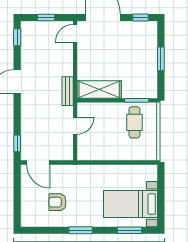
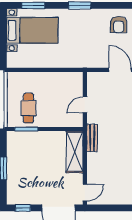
window: (46, 17) -> (113, 208), removed
shelving: (99, 89) -> (75, 152), moved, turned 90
armchair: (58, 202) -> (119, 25), moved, turned 90

